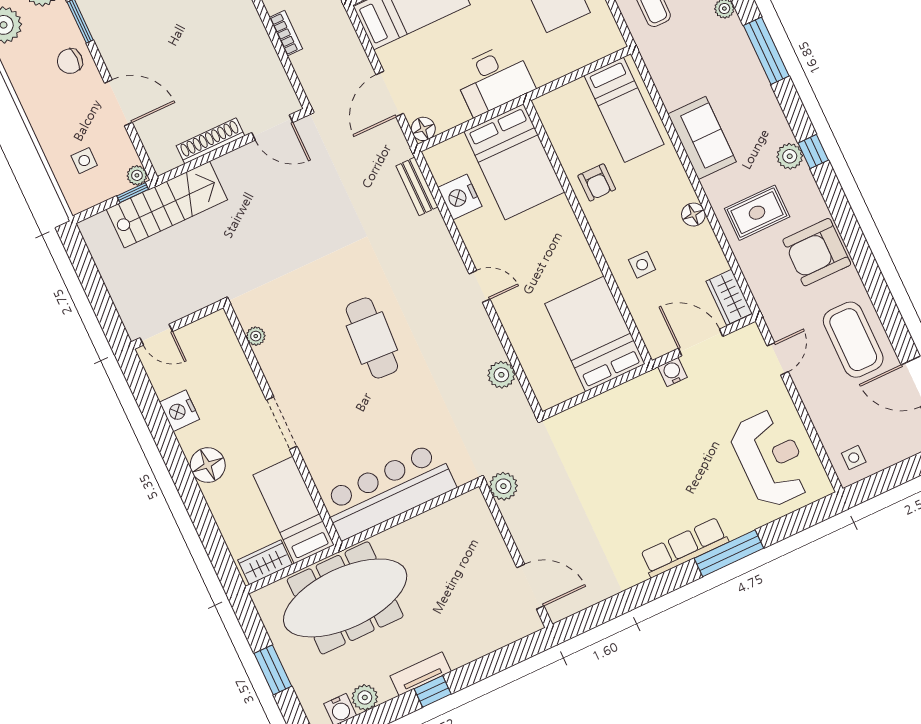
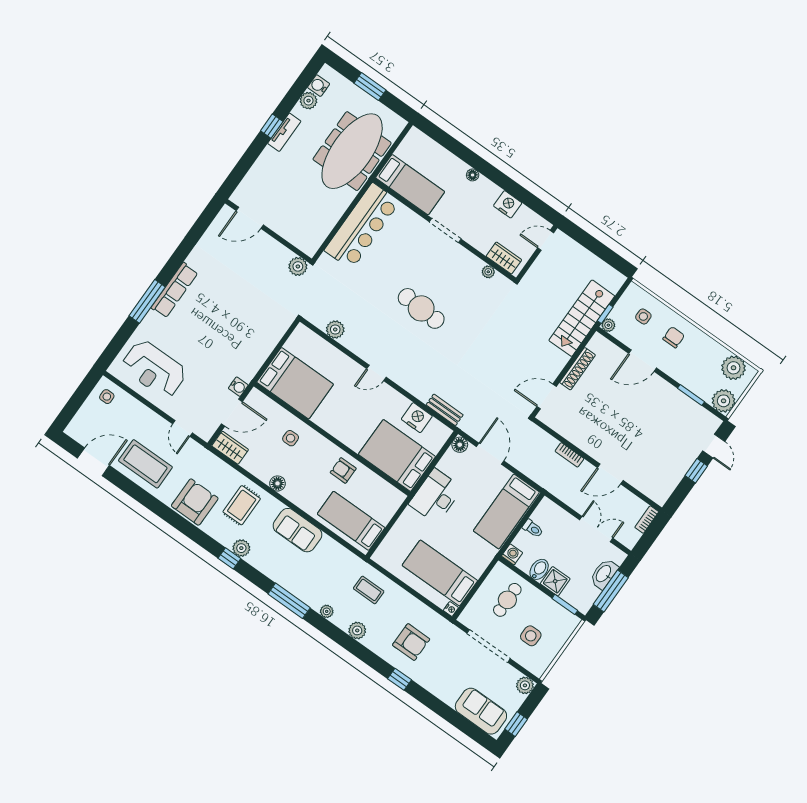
chair: (70, 61) -> (674, 337), moved
floor lamp: (208, 465) -> (473, 175), width x0.53, depth x0.53
wardrobe: (265, 562) -> (504, 258), moved, turned -90

